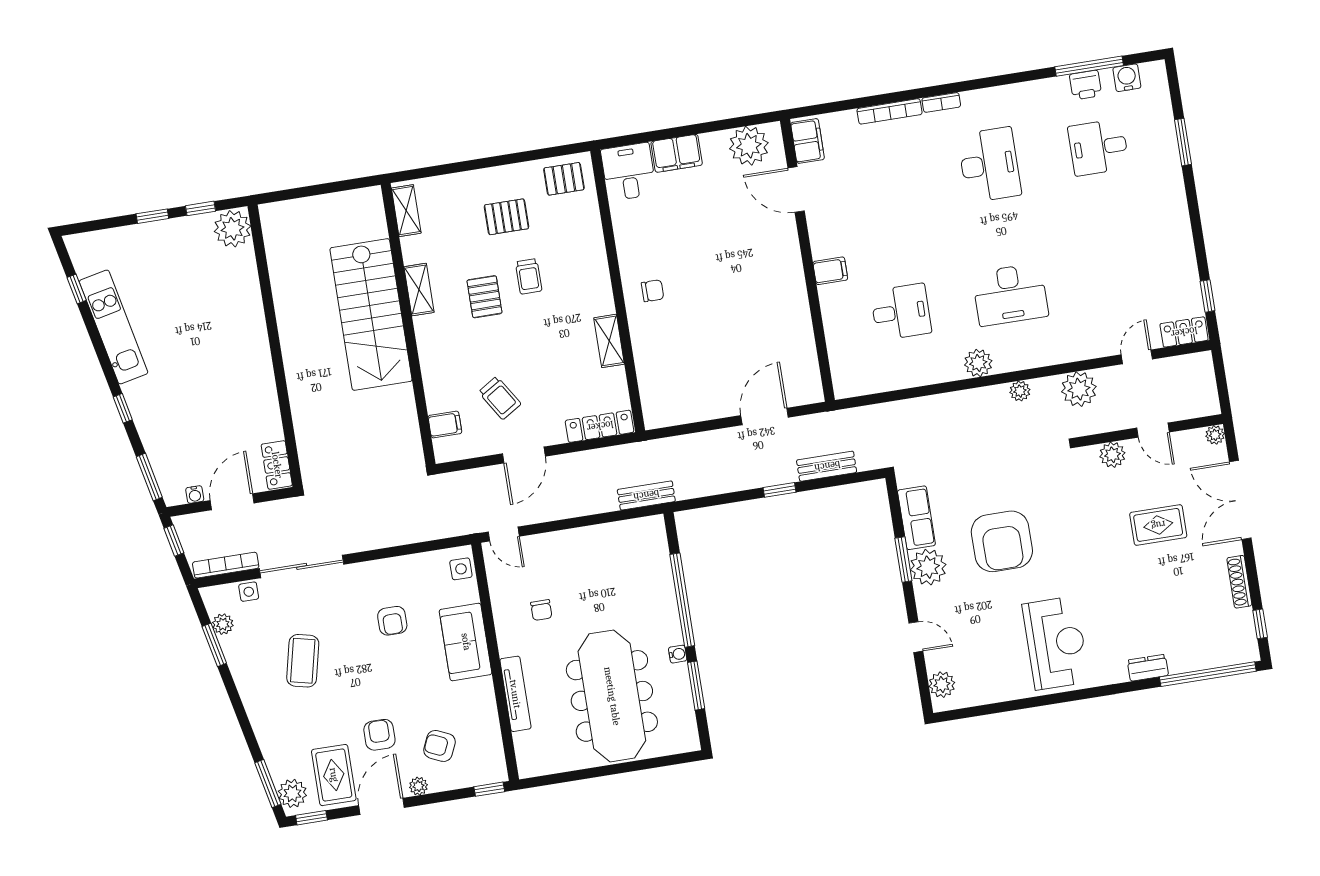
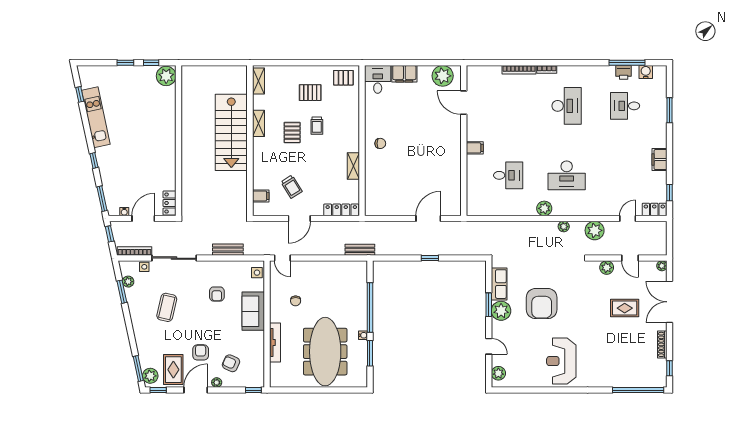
filing cabinet: (808, 141) -> (660, 160), moved, turned 180
bench: (827, 466) -> (228, 250), moved
reception desk: (1056, 643) -> (561, 361), turned 180
dresser: (1148, 668) -> (607, 382), removed

